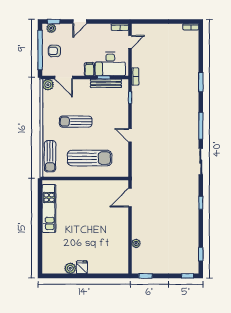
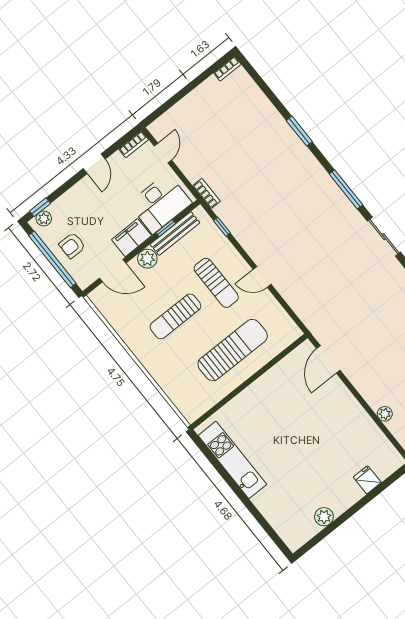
door: (80, 22) -> (94, 164), moved
filing cabinet: (89, 69) -> (132, 238), width x2.00
plant: (48, 85) -> (147, 259), moved
sun lounger: (50, 156) -> (216, 283), moved
fridge: (82, 267) -> (367, 480), moved

